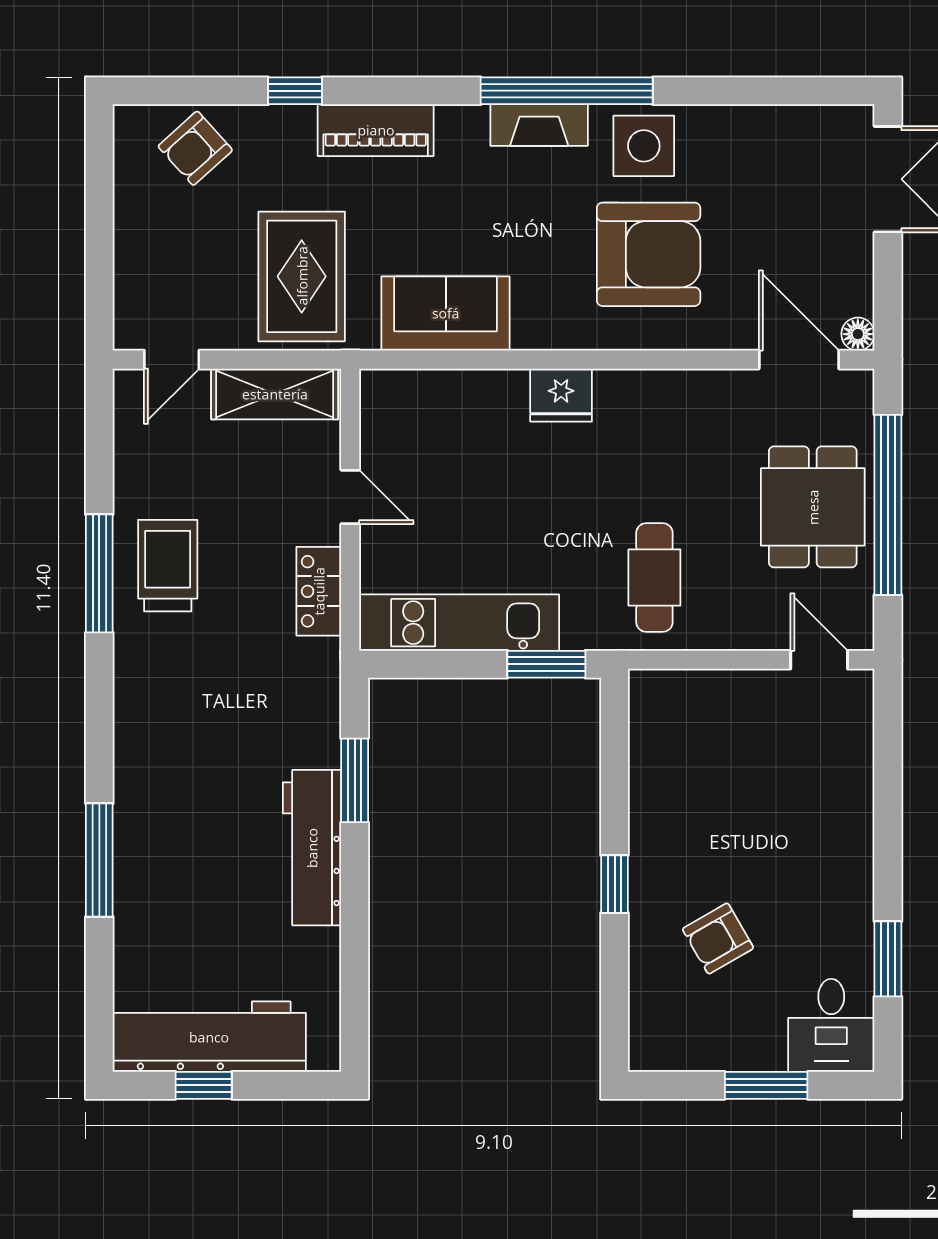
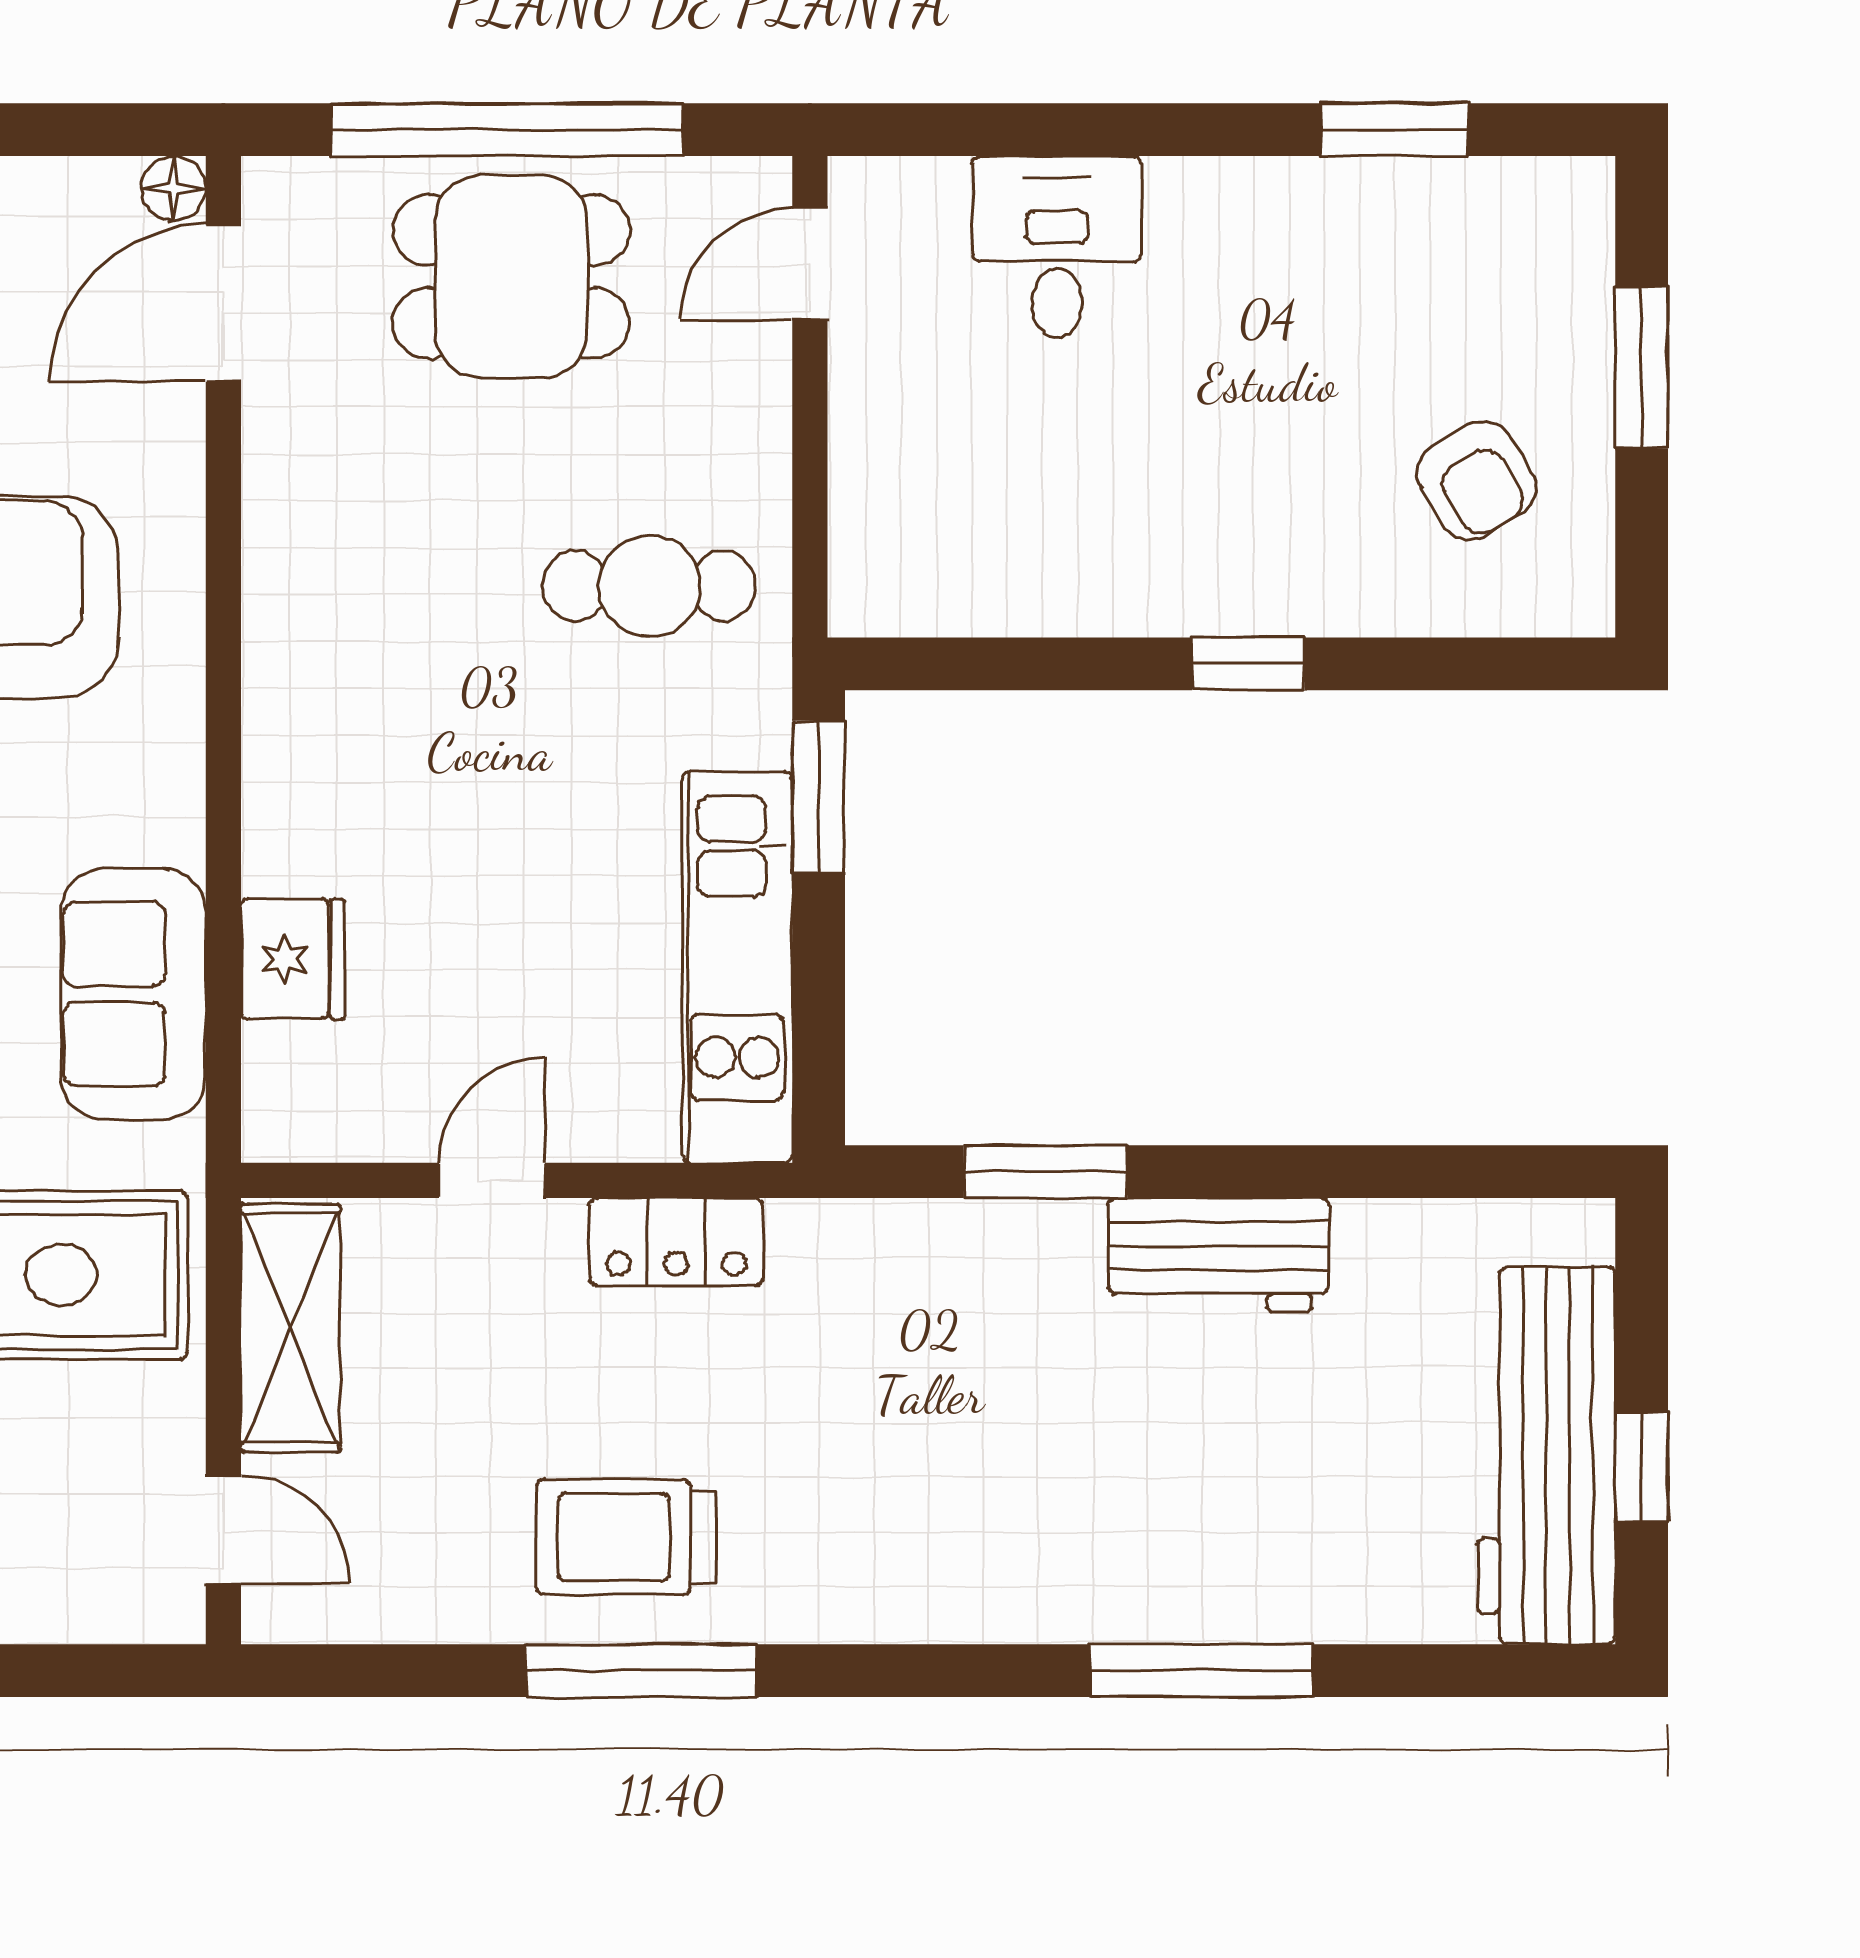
fridge: (561, 395) -> (293, 959), moved
workbench: (312, 848) -> (1219, 1255), width x0.73
armchair: (718, 939) -> (1477, 481), moved
desk: (831, 1025) -> (1057, 247), moved, turned -90

